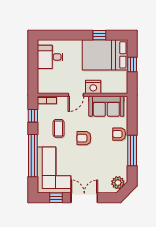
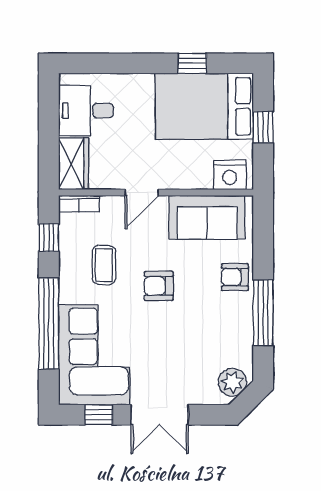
wardrobe: (44, 82) -> (74, 164), added
nightstand: (93, 87) -> (230, 175), moved
double door: (84, 198) -> (160, 415), swing flipped

